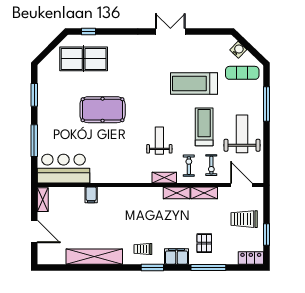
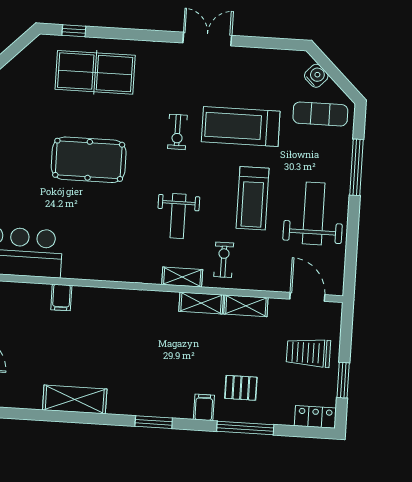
table tennis table: (84, 59) -> (95, 72), moved
treadmill: (204, 127) -> (253, 198), turned 180
weight bench: (159, 141) -> (178, 216), turned 180
exercise bike: (211, 165) -> (177, 132), moved
pallet: (204, 243) -> (241, 388), turned 90
trolley: (143, 249) -> (140, 391), removed
filing cabinet: (177, 256) -> (204, 407), width x0.50
shelving: (94, 257) -> (75, 400), width x0.68

